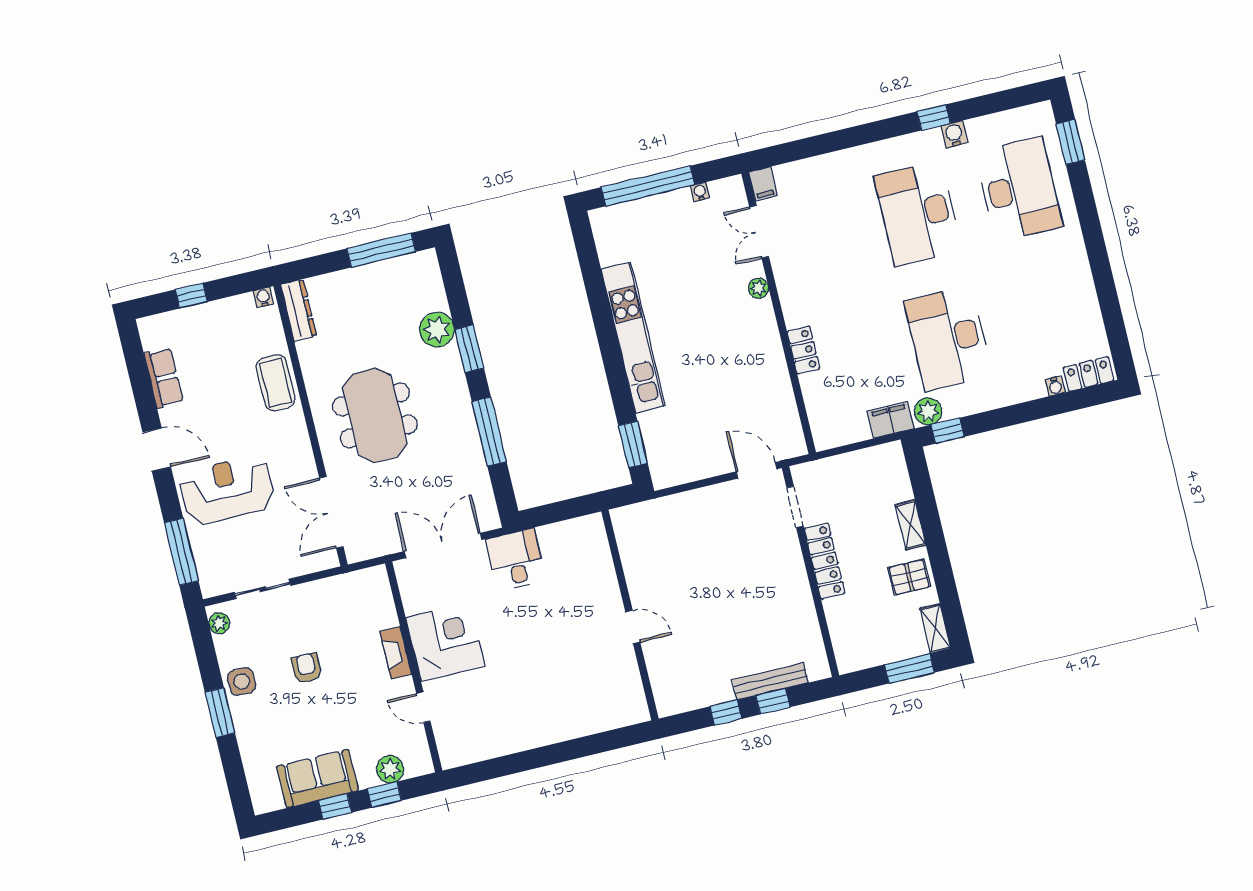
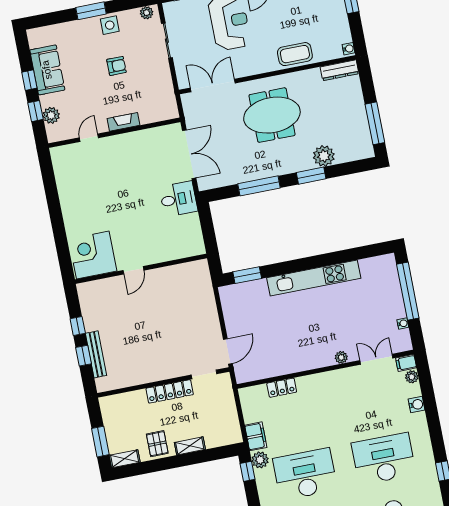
water cooler: (954, 134) -> (417, 405), moved
plant: (785, 174) -> (412, 377), added
locker: (803, 350) -> (282, 388), moved
corner desk: (445, 642) -> (93, 255), moved, turned 180

